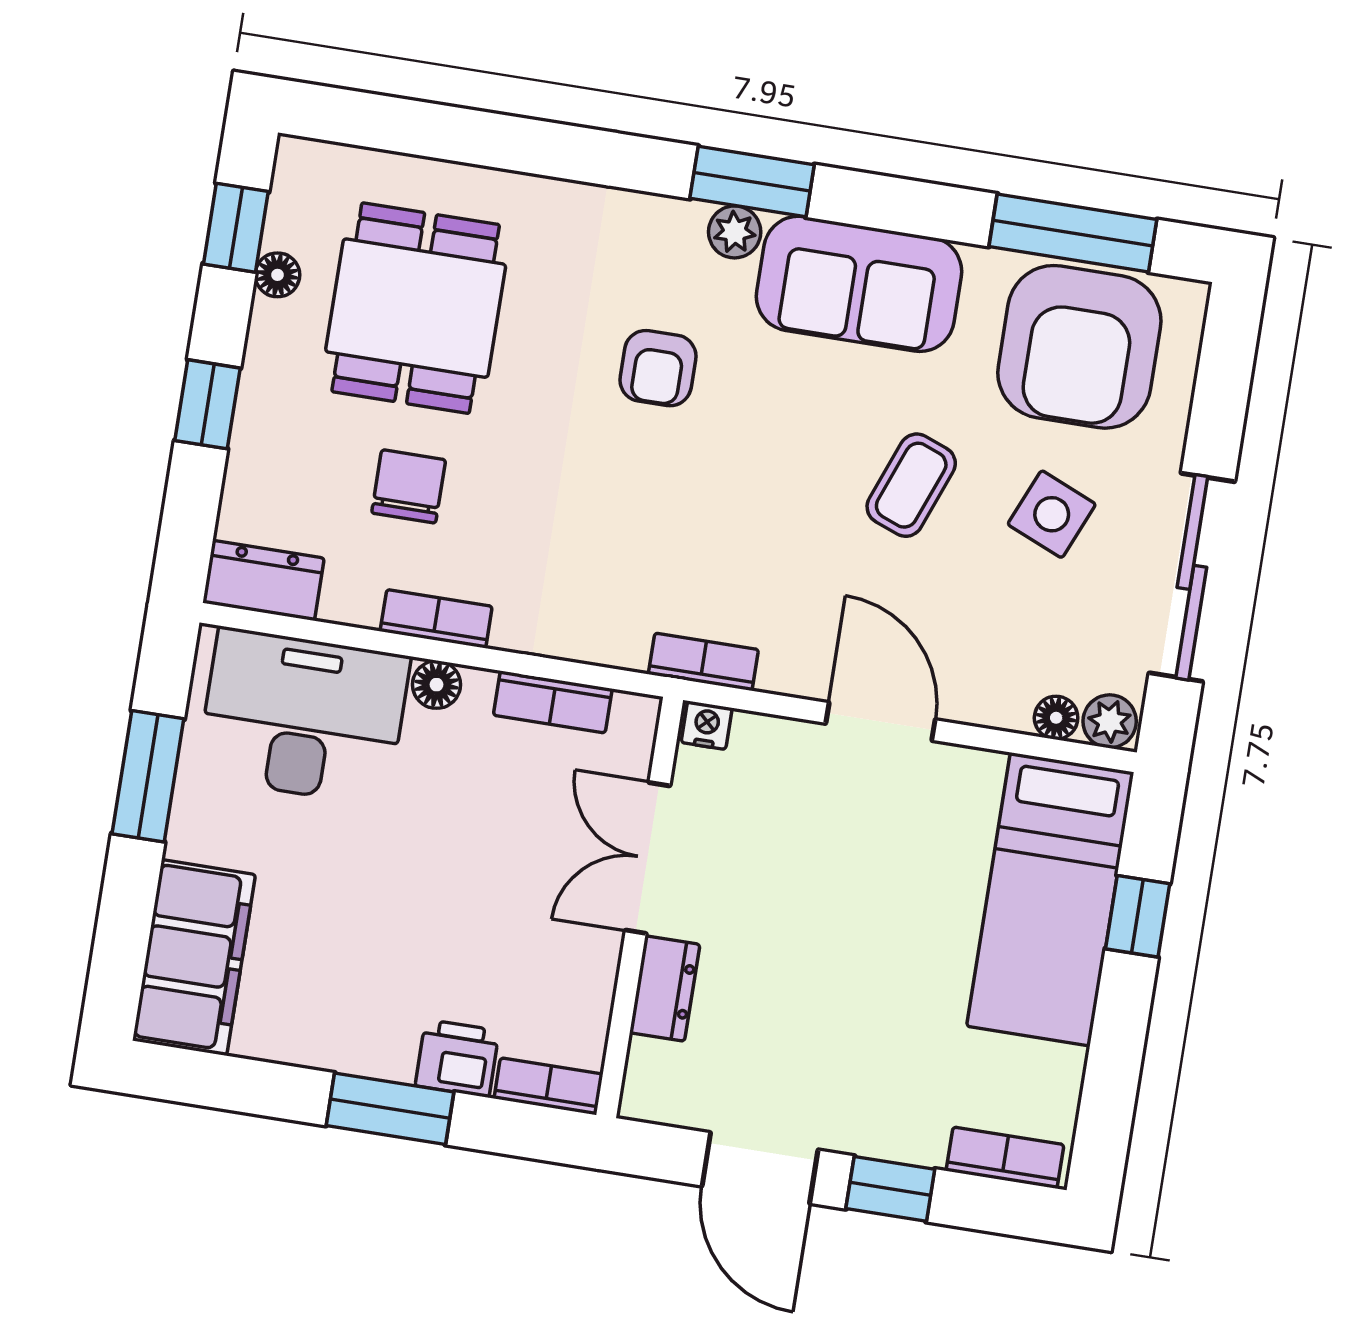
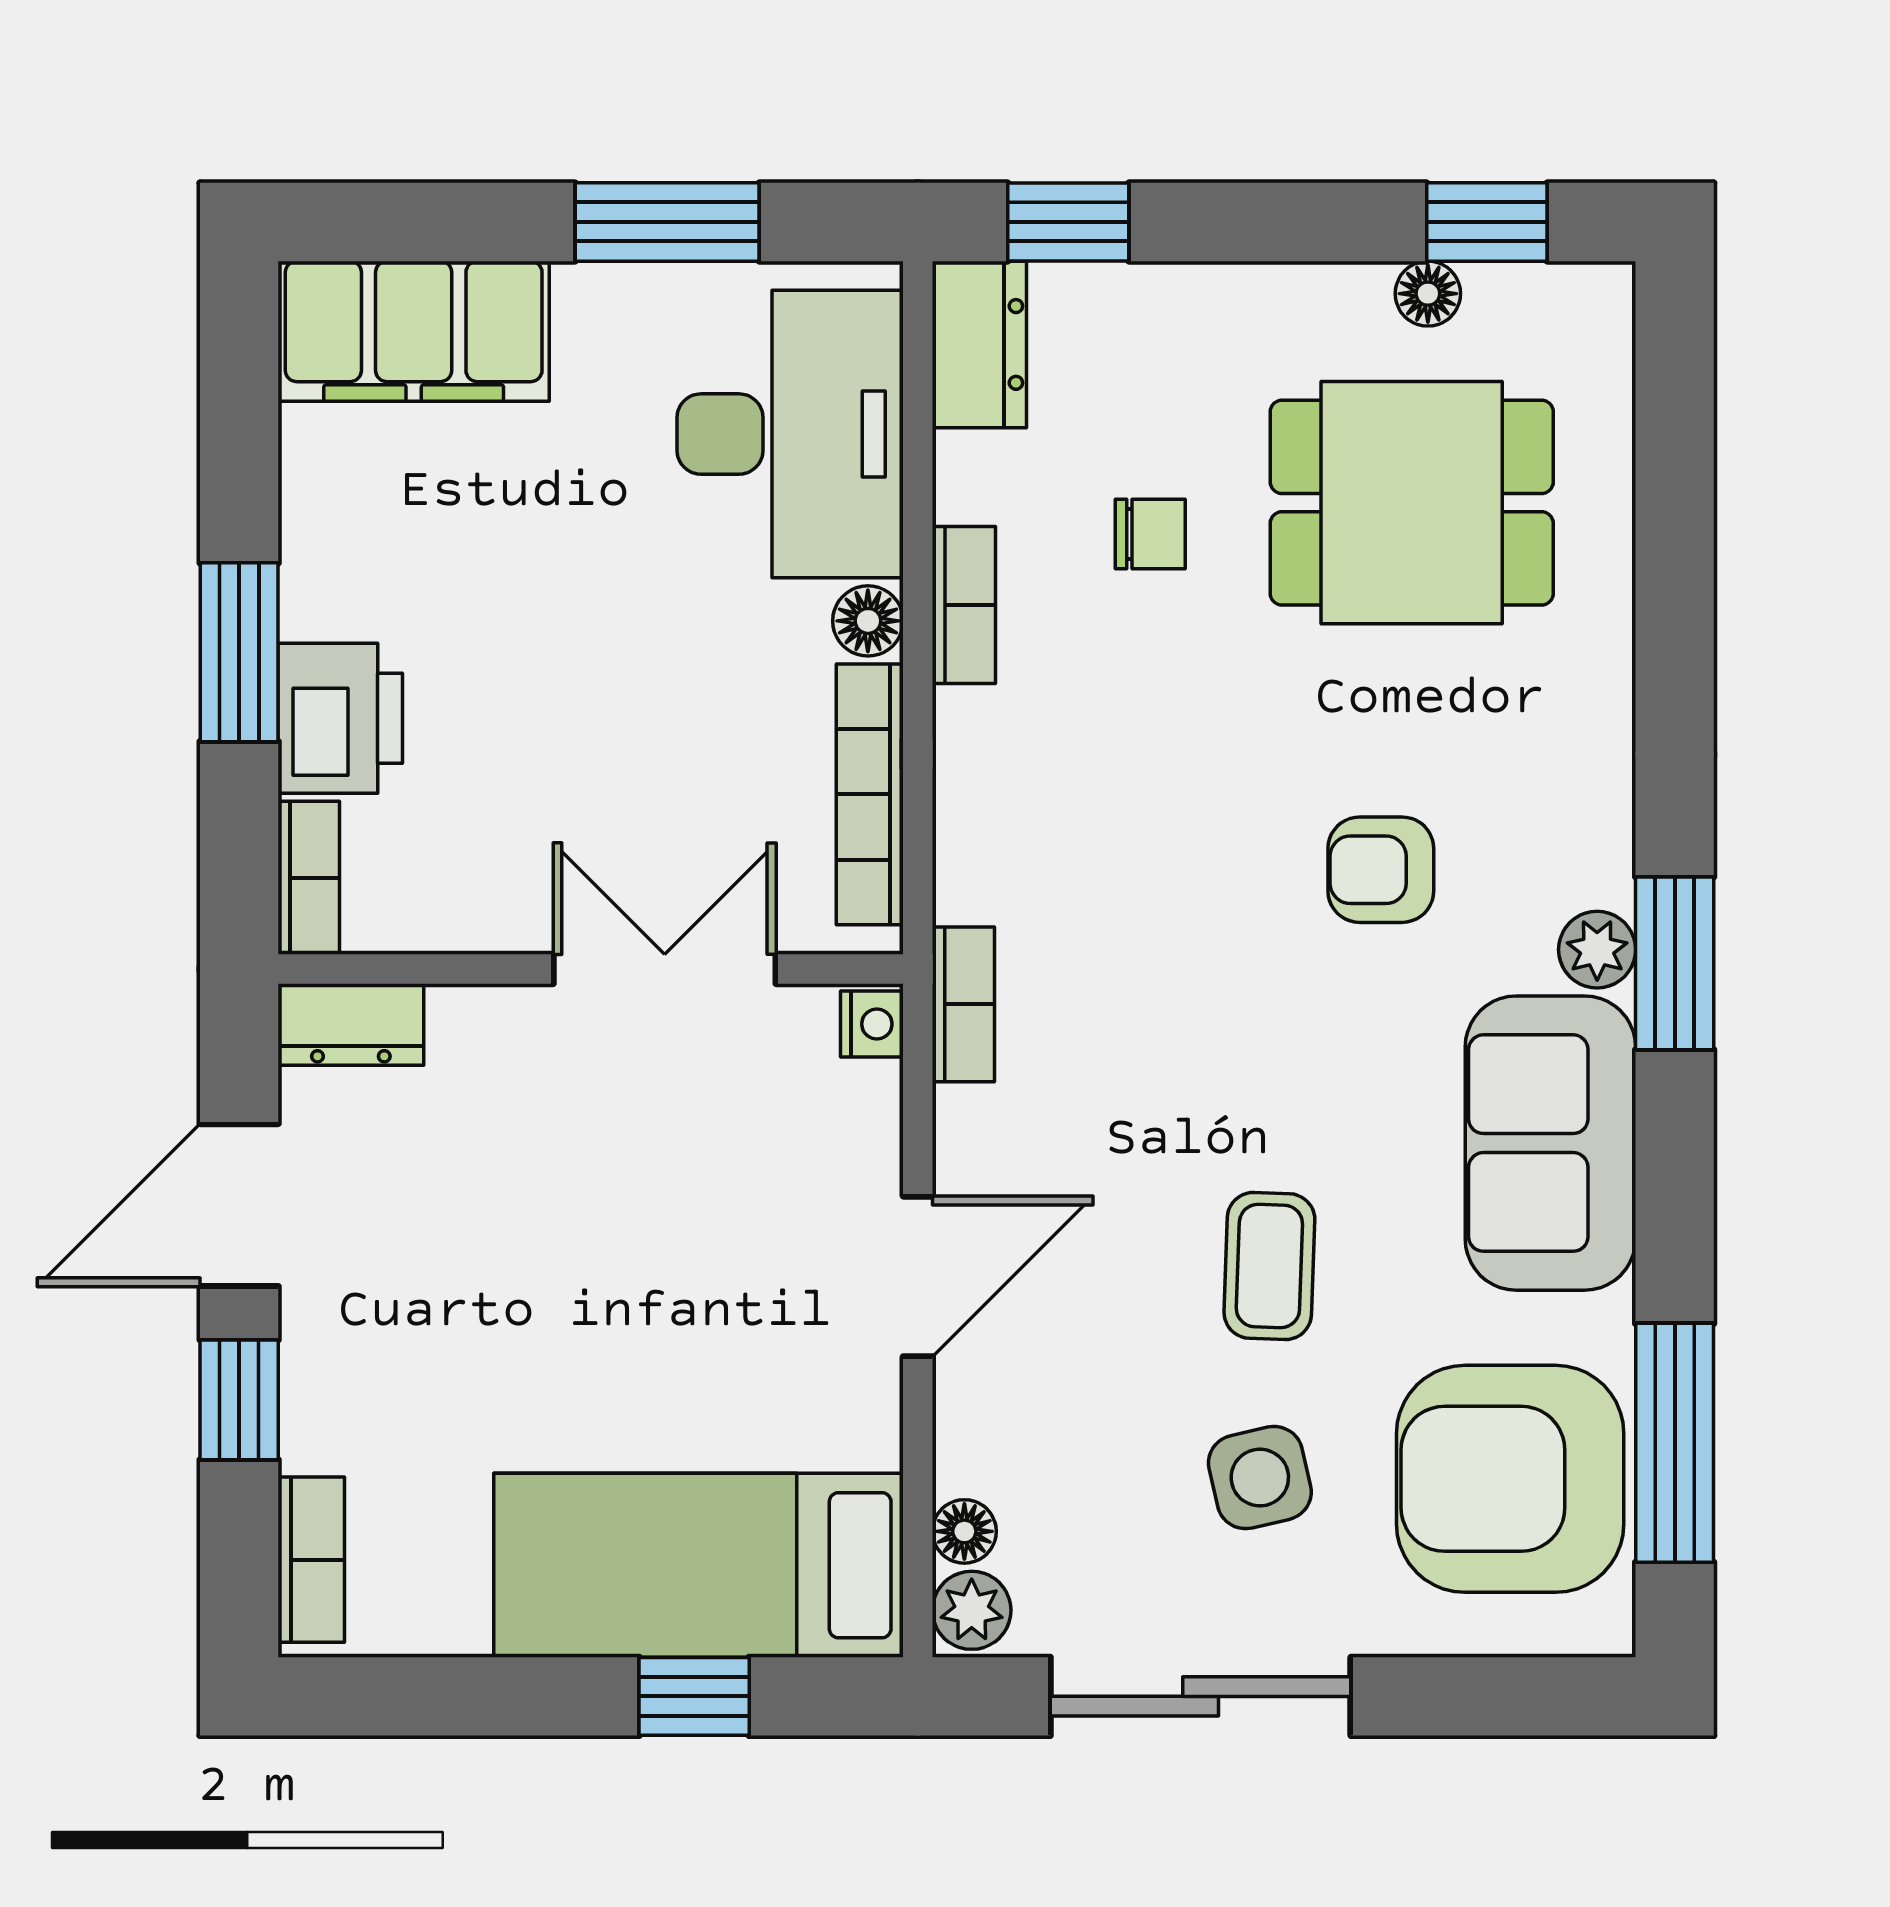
window: (208, 404) -> (1068, 222), moved
coffee table: (911, 485) -> (1269, 1266), turned 71
chair: (409, 486) -> (1150, 534), width x0.73, depth x0.73
side table: (1052, 514) -> (1260, 1478), turned -36
bookcase: (553, 702) -> (870, 794), width x1.56
dresser: (665, 988) -> (351, 1024), moved
printer: (457, 1058) -> (340, 718), width x1.36, depth x1.24

